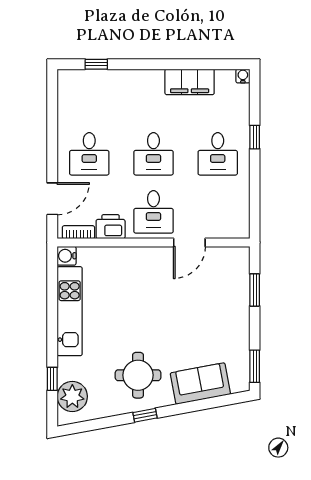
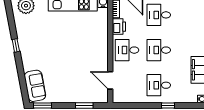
door: (189, 242) -> (110, 80), moved
round table: (138, 375) -> (38, 42), removed
sofa: (200, 384) -> (35, 86), moved

